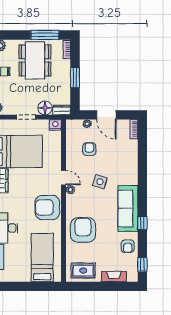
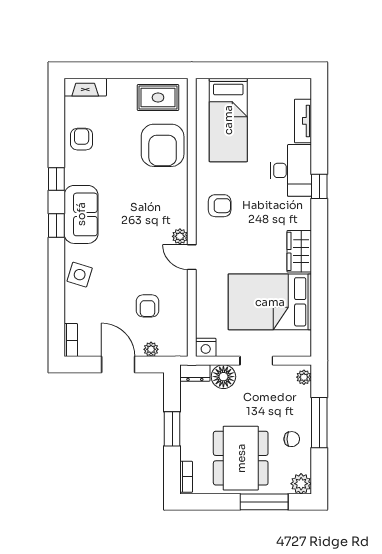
window: (45, 35) -> (264, 502), moved
side table: (100, 182) -> (80, 275), moved
armchair: (47, 207) -> (220, 206), width x0.53, depth x0.53
sofa: (128, 208) -> (81, 214), width x0.73
armchair: (83, 230) -> (163, 145), moved
window: (142, 264) -> (56, 225), moved
fireplace: (114, 277) -> (85, 87), moved

